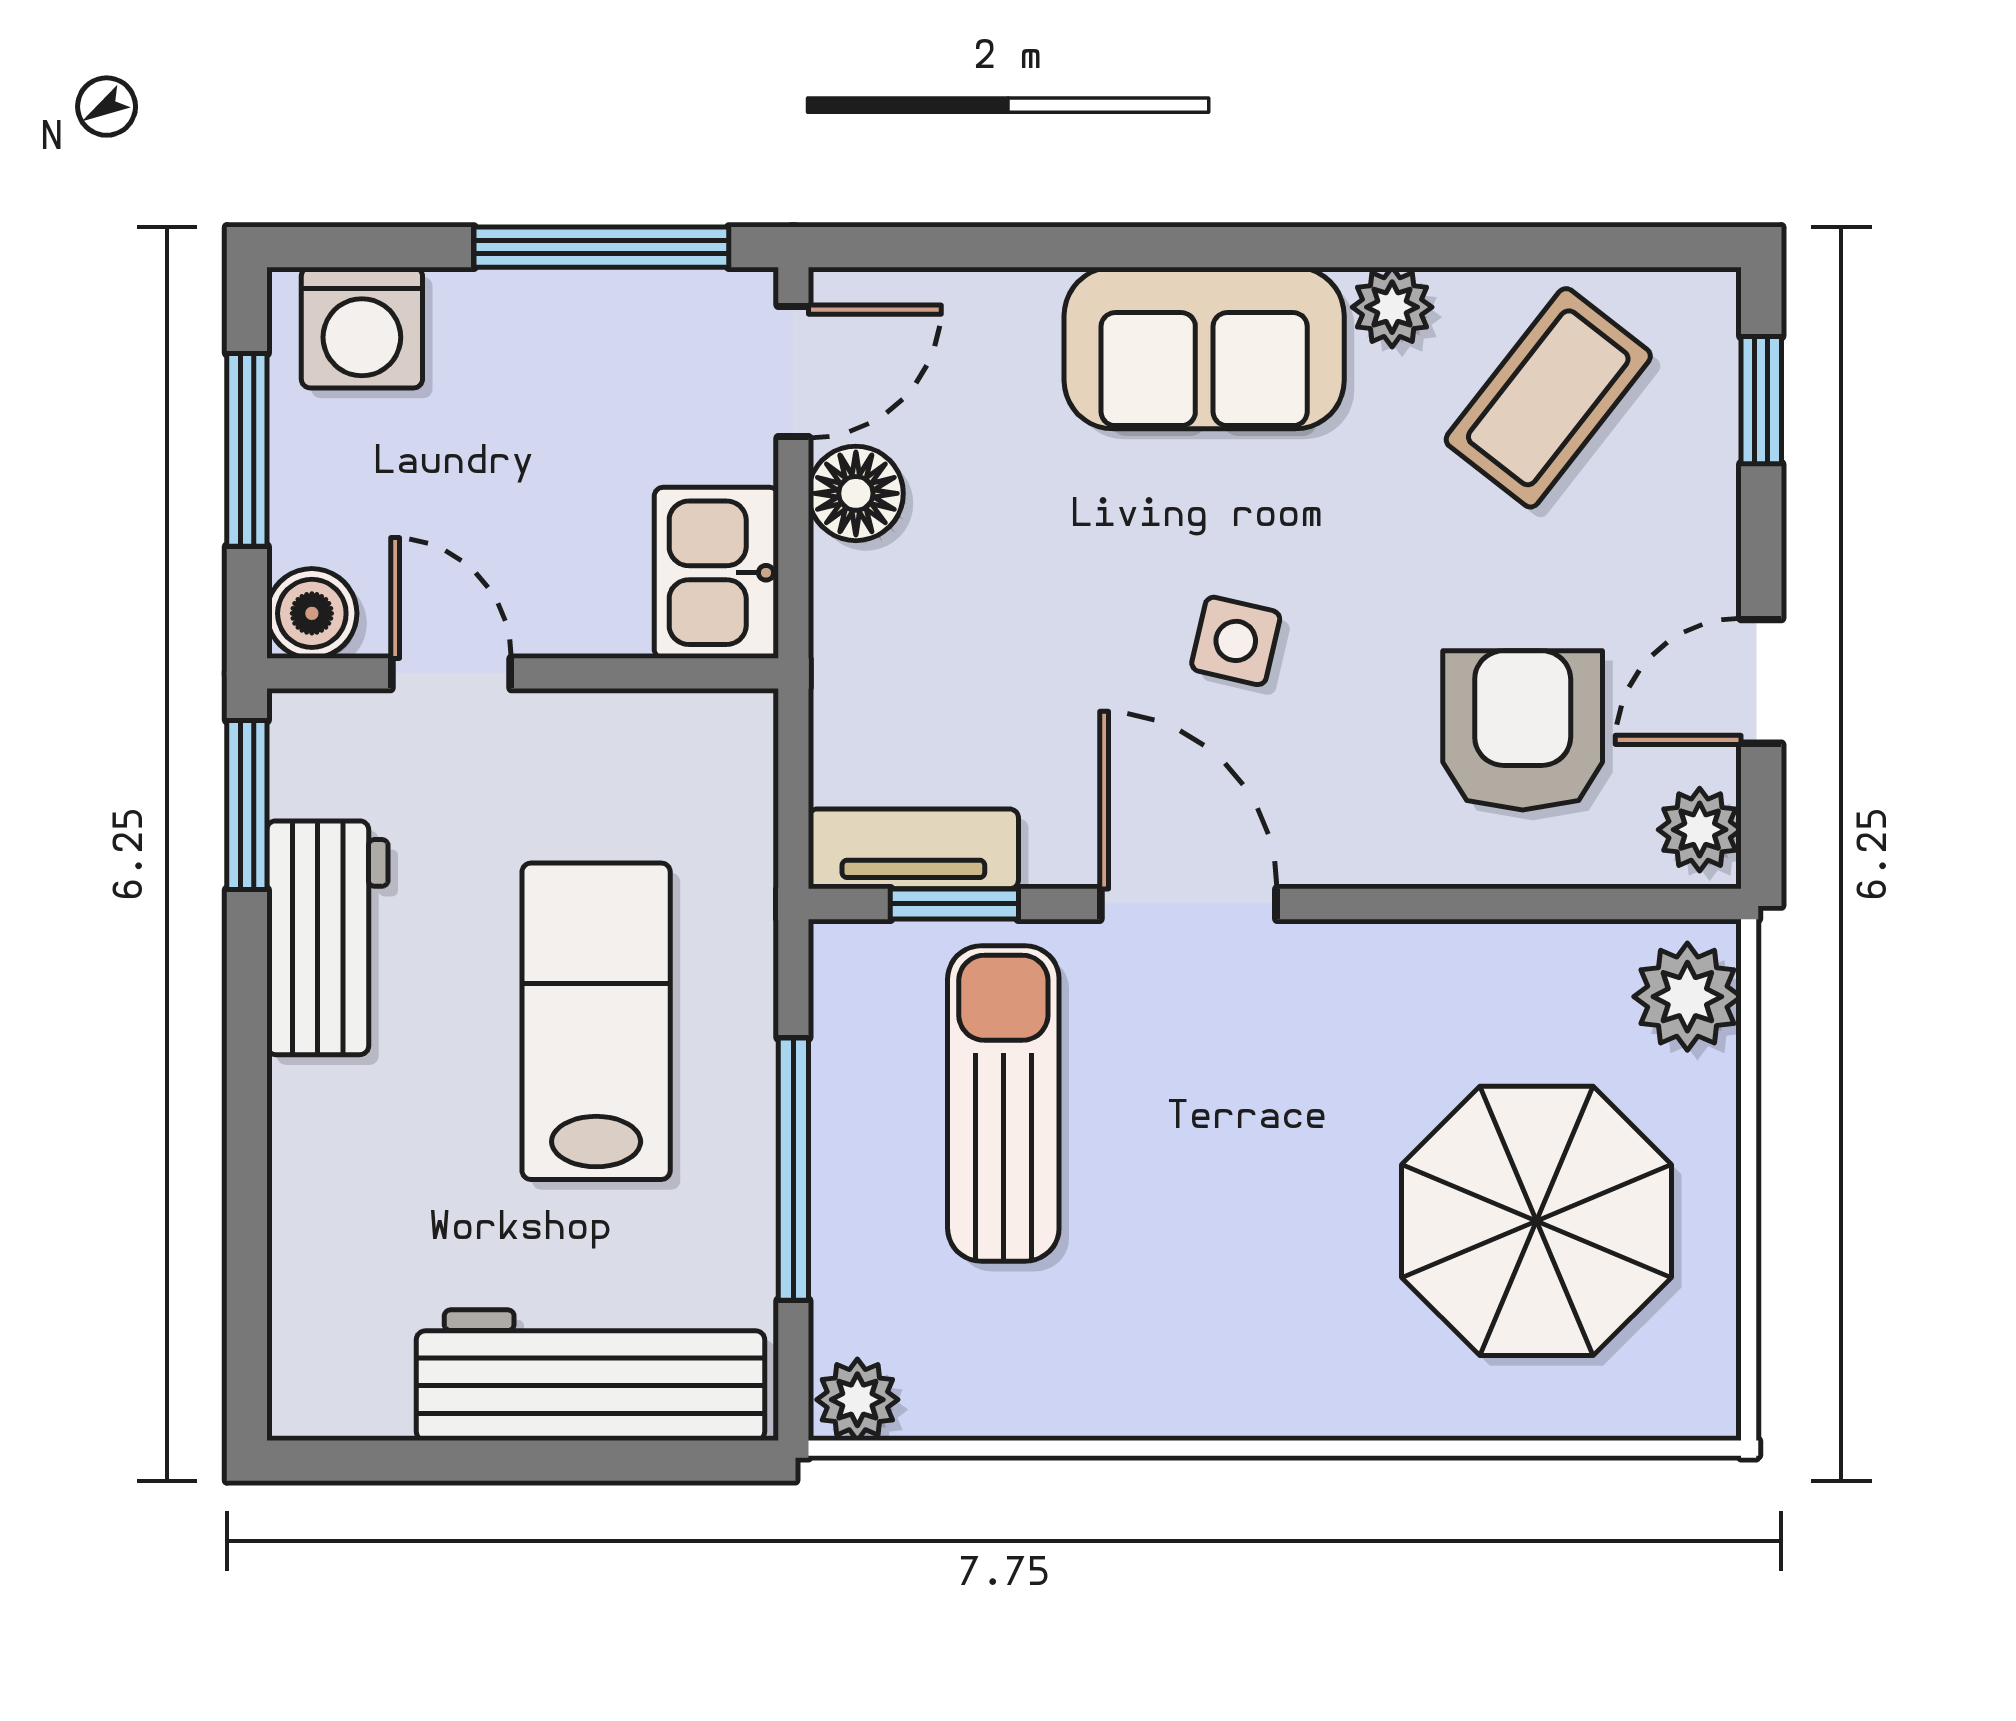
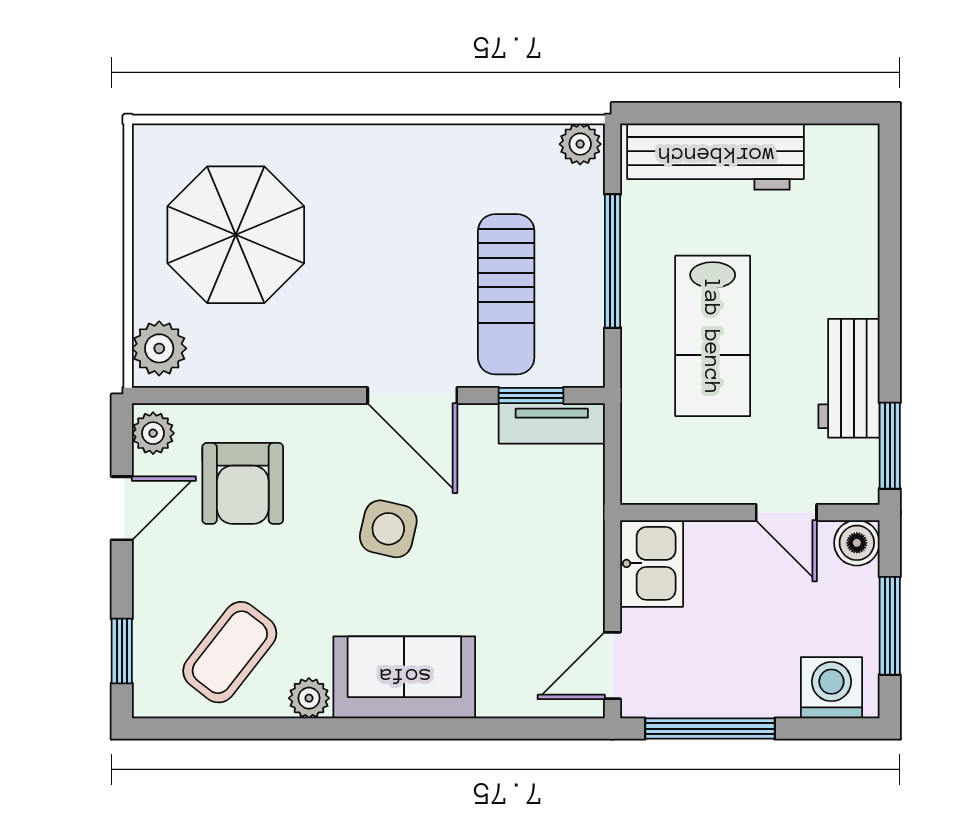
floor lamp: (856, 493) -> (581, 604), removed
side table: (1236, 641) -> (388, 529), width x1.37, depth x1.37

